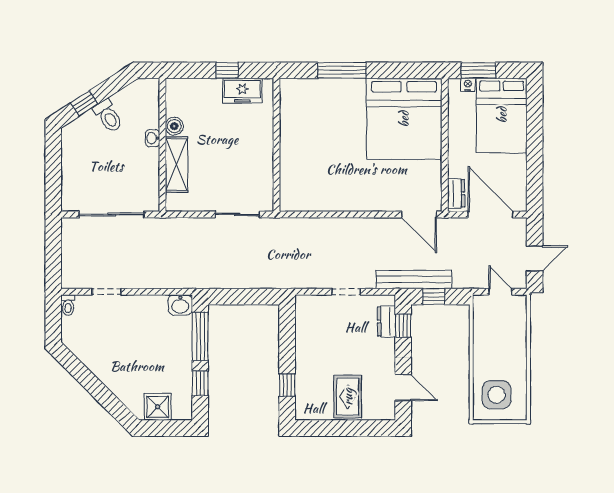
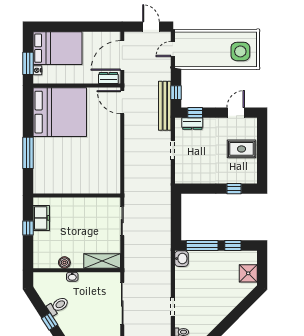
shelving: (177, 165) -> (102, 261), moved
door: (419, 214) -> (122, 102), swing flipped

